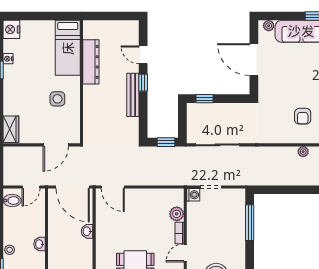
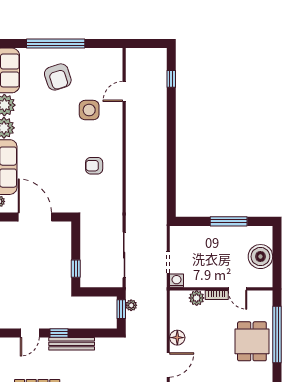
door: (254, 60) -> (35, 217), swing flipped
armchair: (303, 116) -> (94, 166), turned 180
plant: (303, 152) -> (131, 305), moved
floor lamp: (139, 196) -> (177, 338), added
window: (250, 223) -> (229, 221), moved

